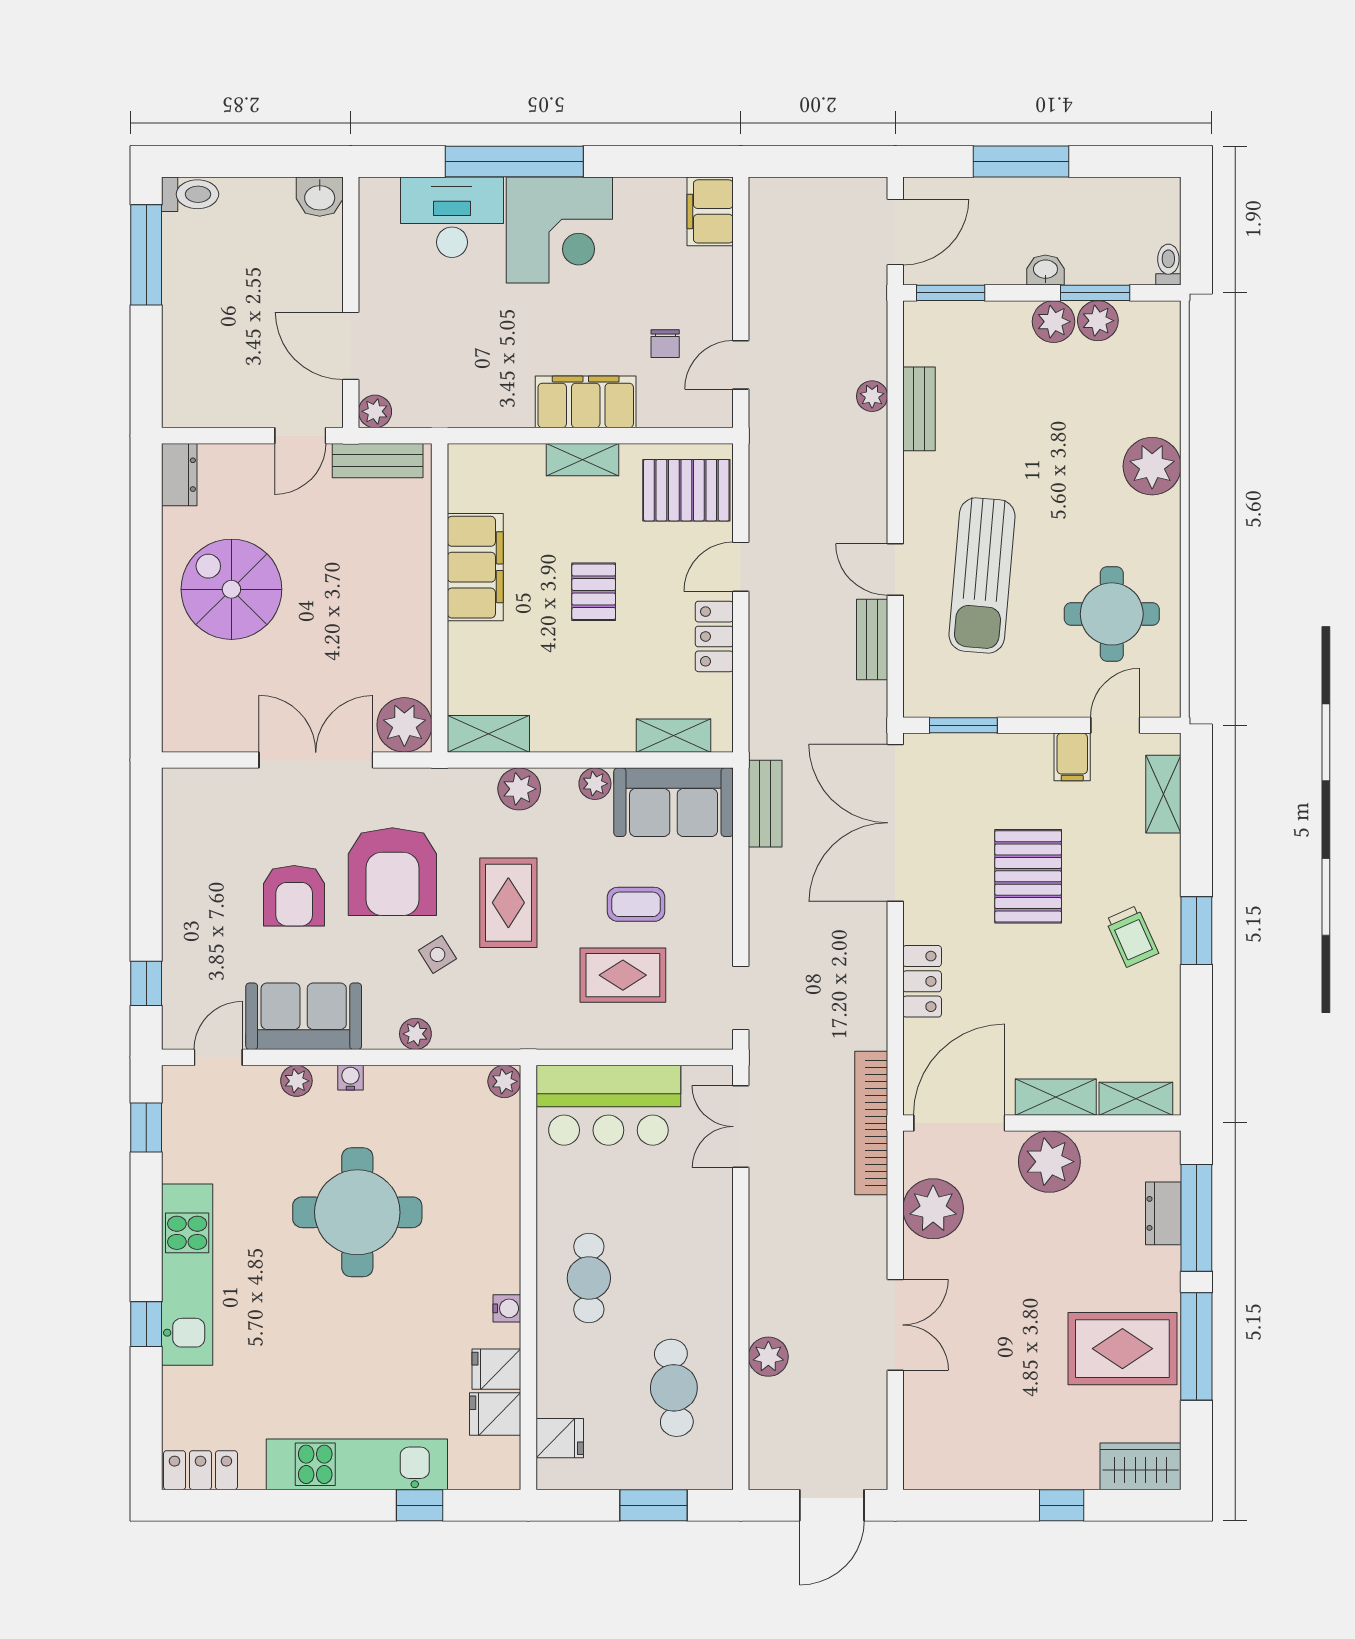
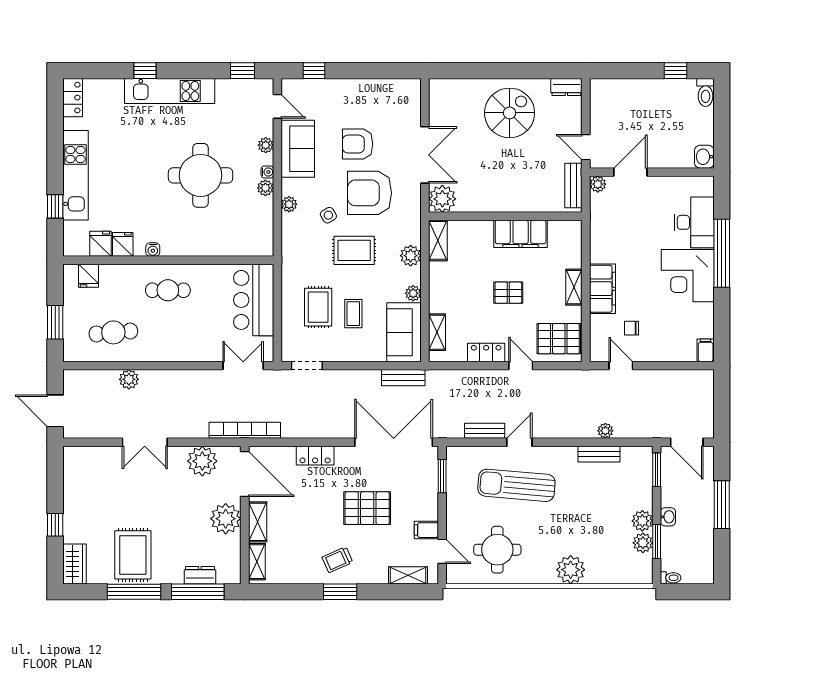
filing cabinet: (710, 211) -> (706, 350), width x0.50
window: (146, 255) -> (675, 71), width x0.46
pallet: (686, 490) -> (559, 339), turned 90
plant: (504, 1081) -> (265, 188), moved

